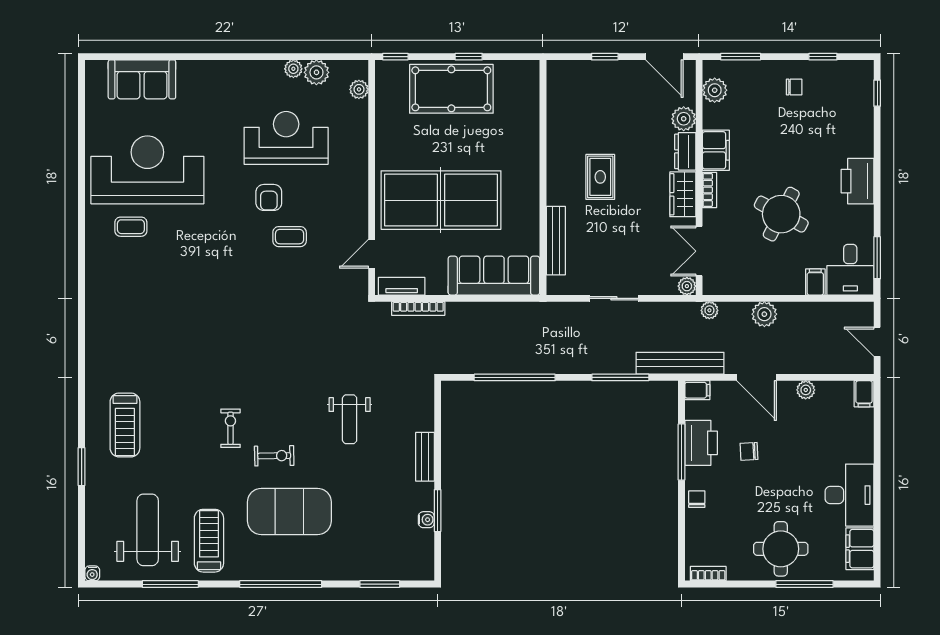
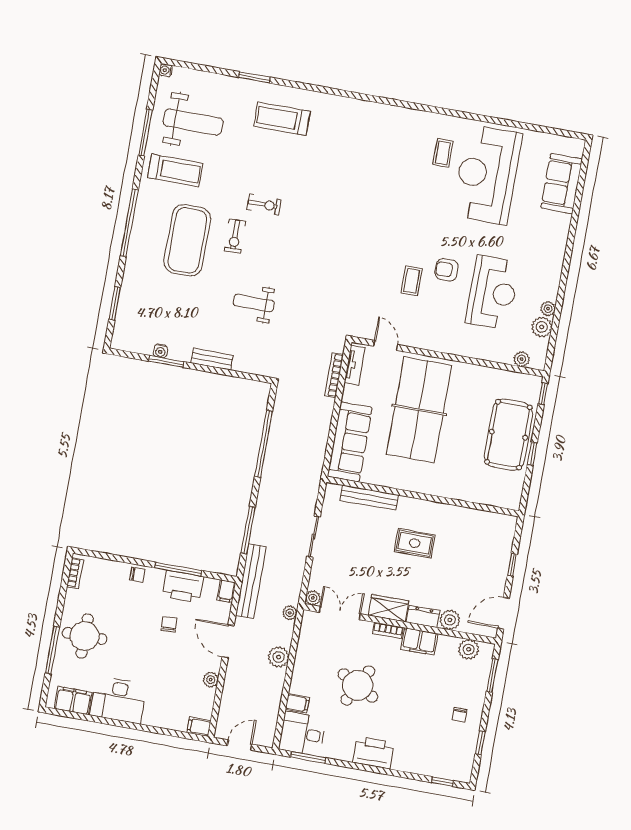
reception desk: (147, 170) -> (487, 175), turned 180
door: (756, 377) -> (228, 641), hinge flipped

